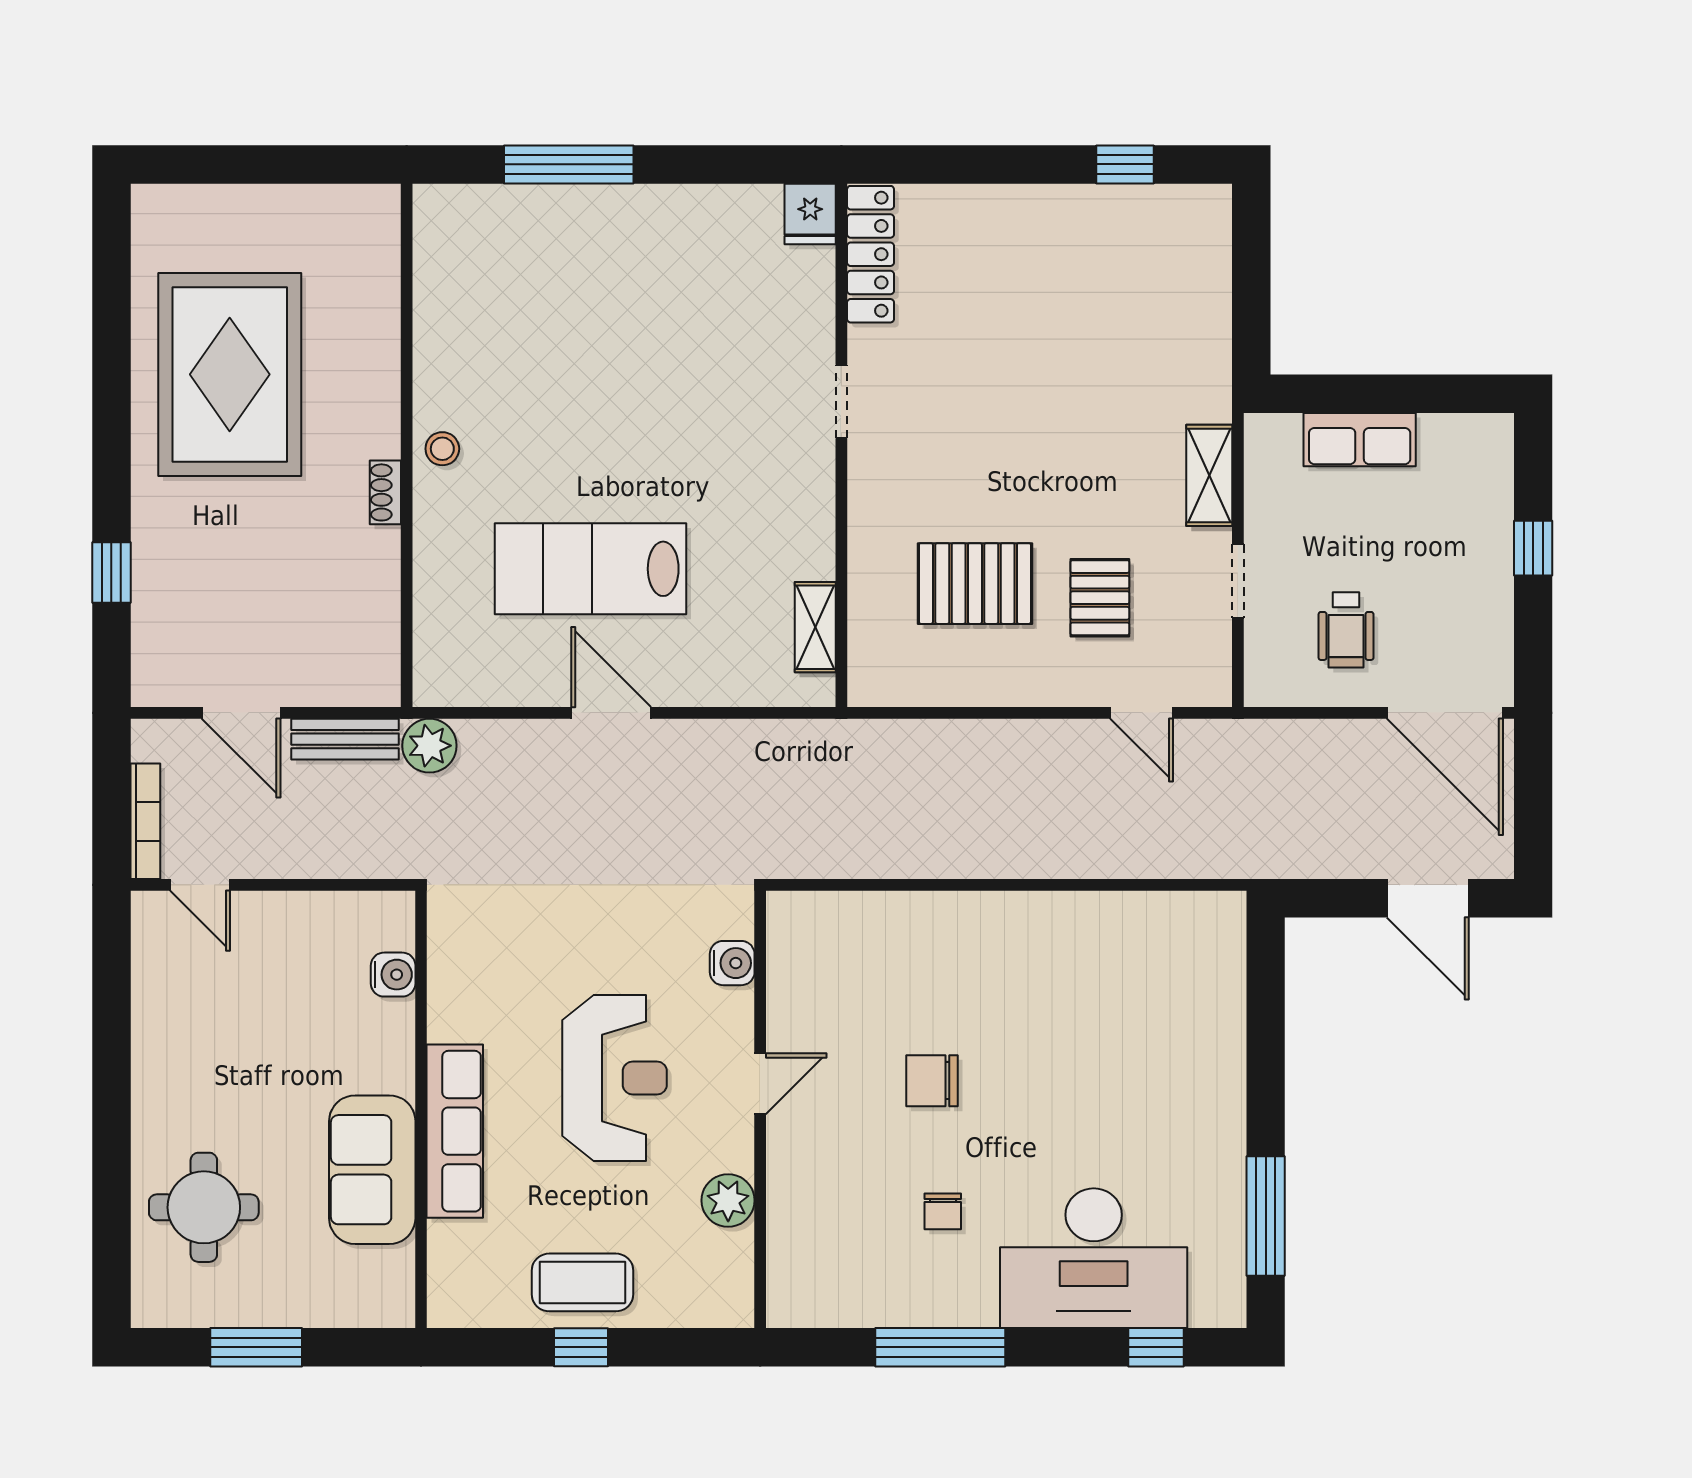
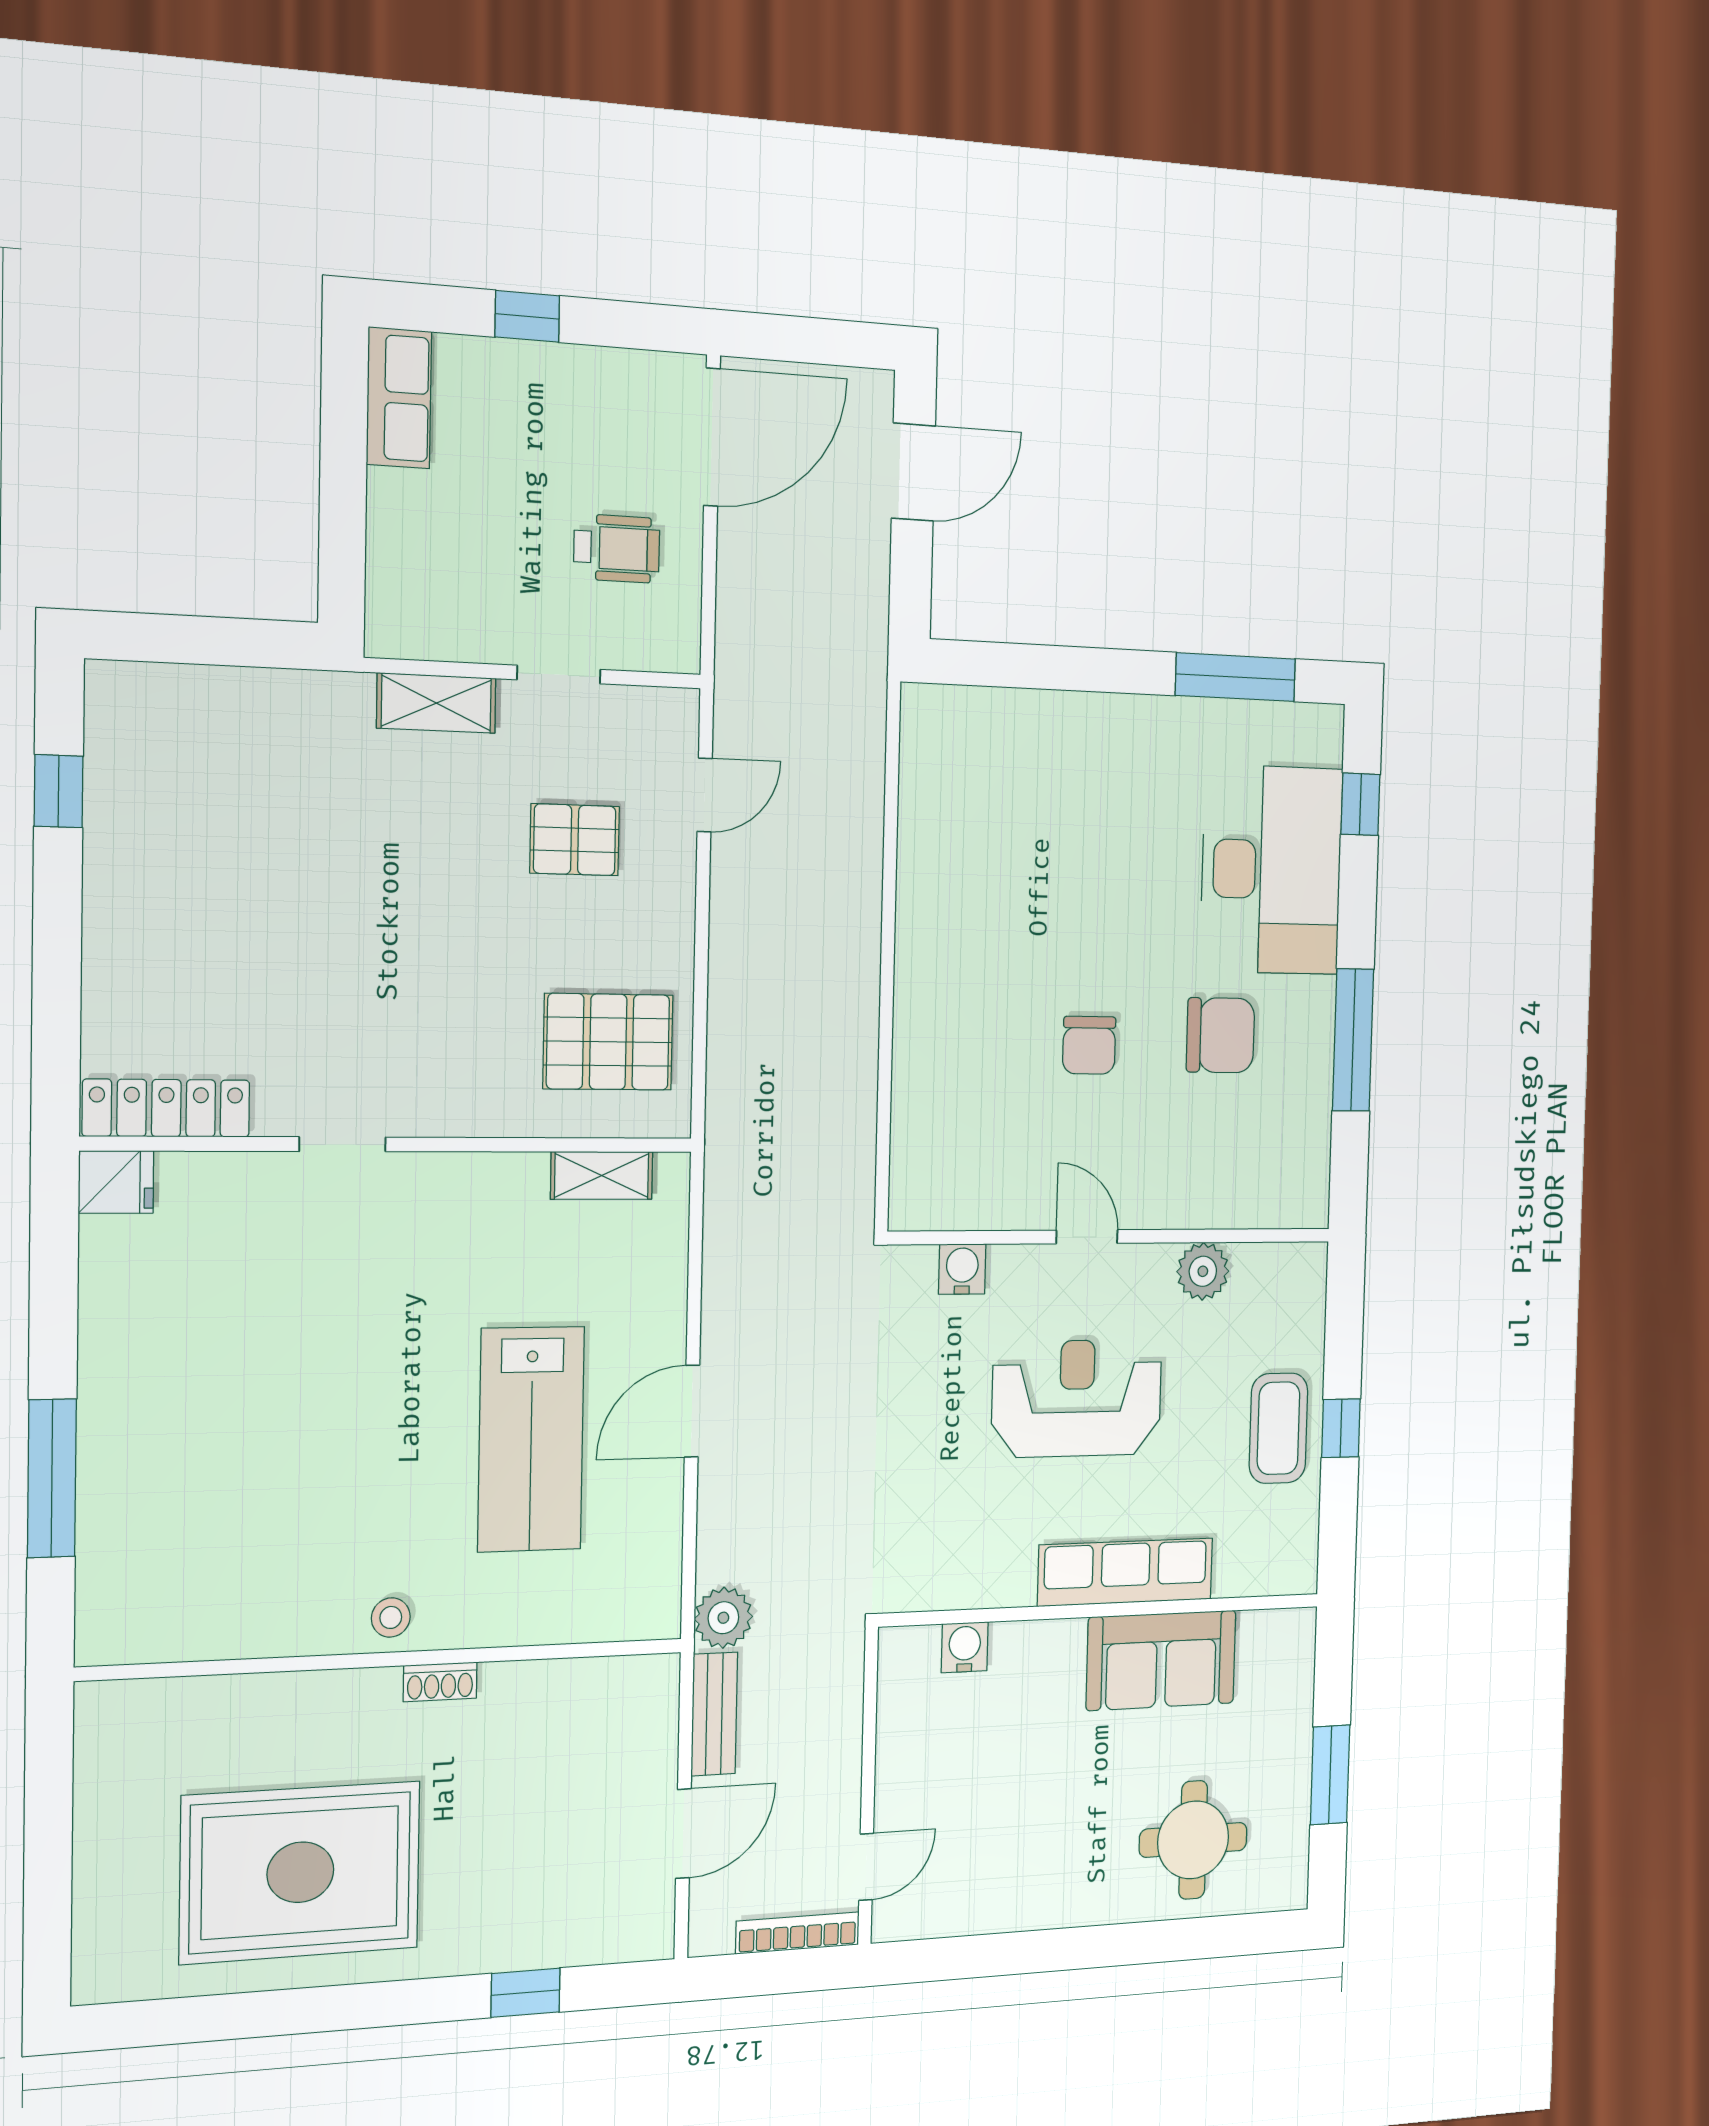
row of seats: (1360, 440) -> (399, 398), moved
pallet: (975, 584) -> (608, 1042), moved, turned 90
chair: (943, 1211) -> (1220, 1035), width x1.87, depth x1.87

